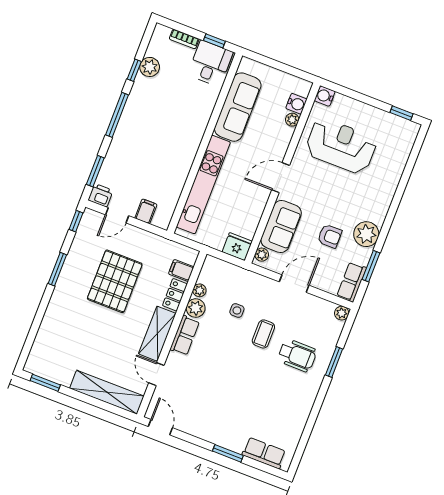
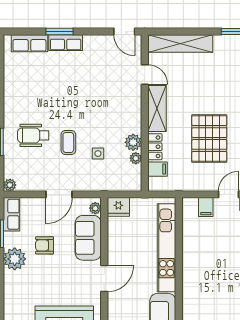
row of seats: (185, 335) -> (66, 43), moved, turned -90

